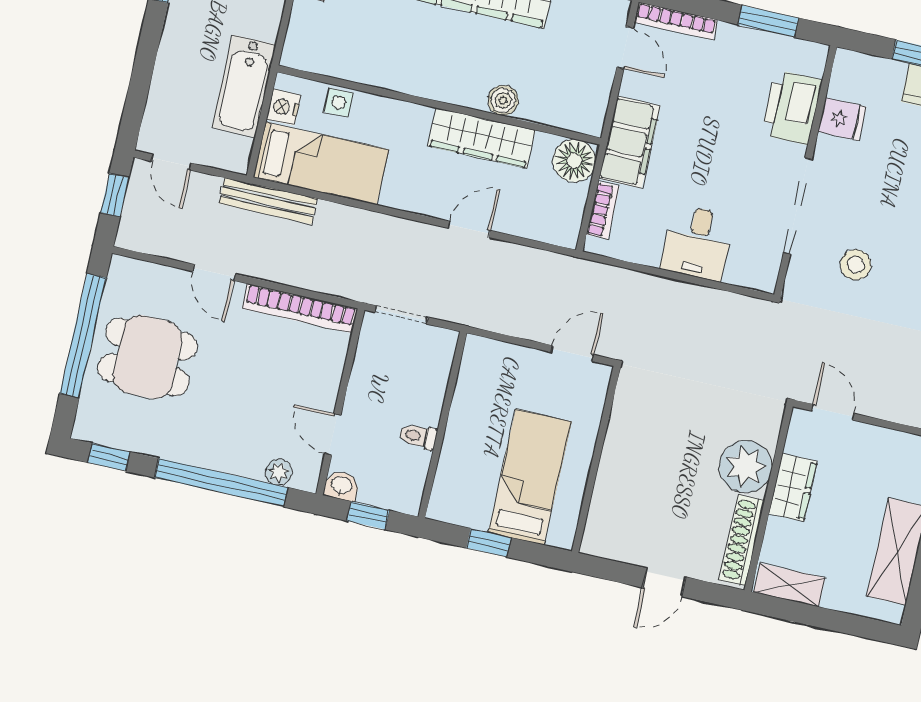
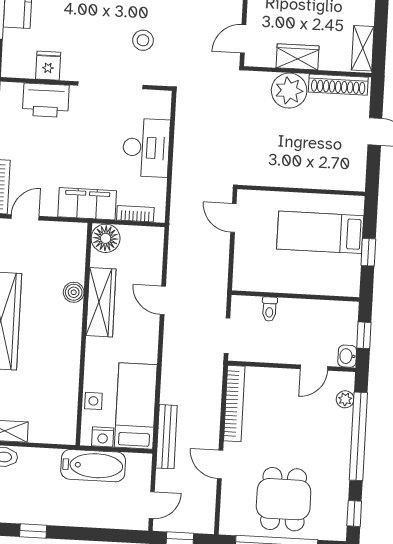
desk: (697, 243) -> (146, 148), width x1.37
door: (214, 273) -> (220, 464), swing flipped
toilet: (418, 436) -> (269, 309), moved

